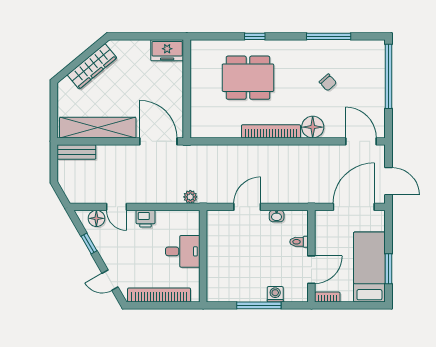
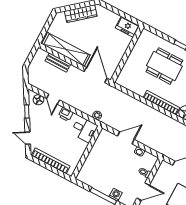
bench: (76, 152) -> (58, 63), moved
desk: (183, 251) -> (84, 129), moved

